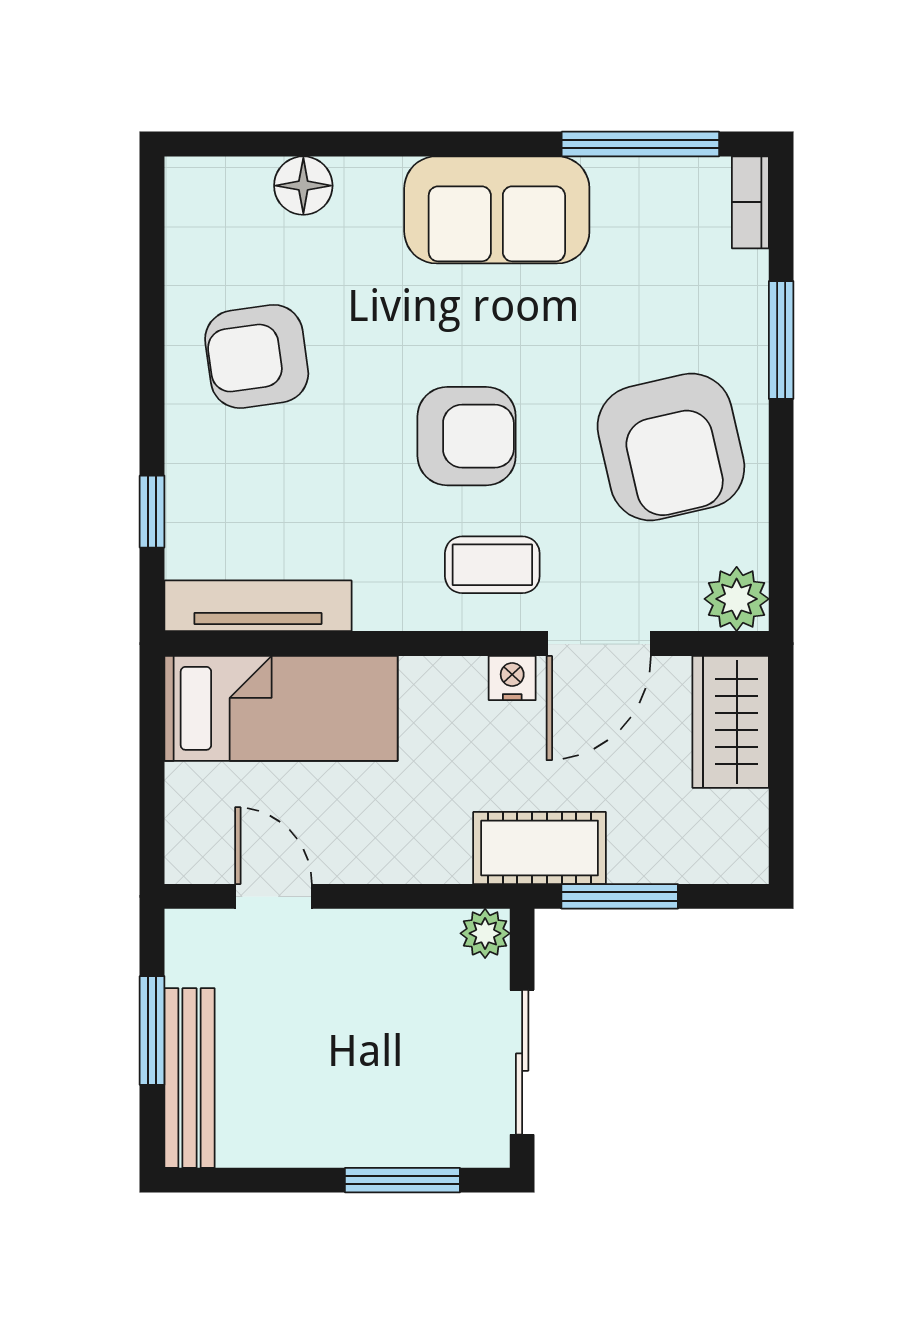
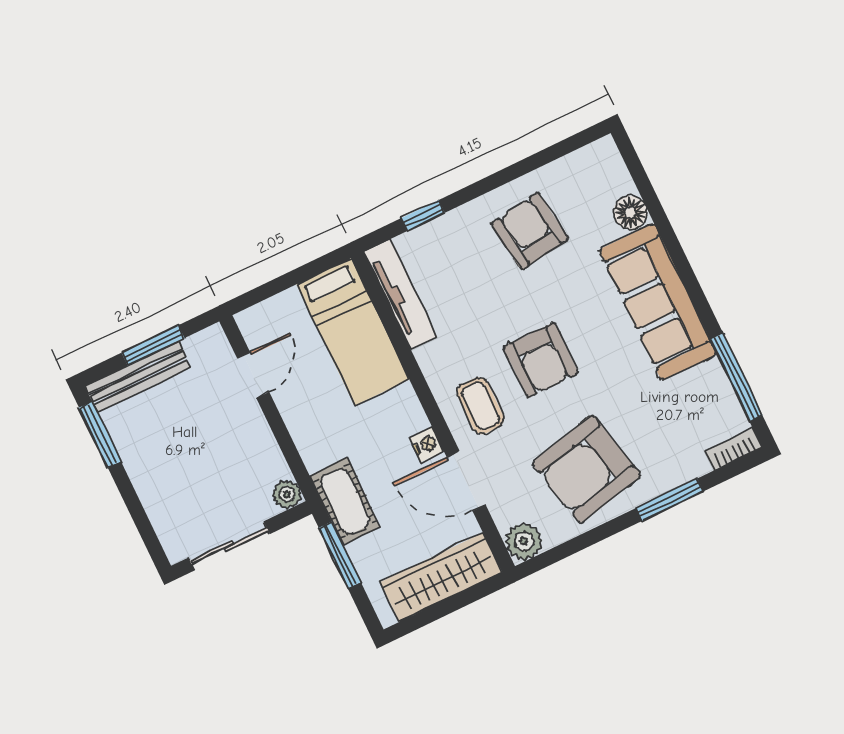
sofa: (497, 210) -> (658, 302), width x1.36
wardrobe: (731, 722) -> (441, 577), width x1.50
window: (402, 1180) -> (100, 435), moved

